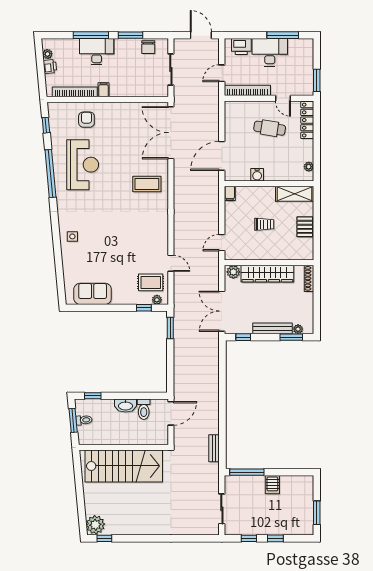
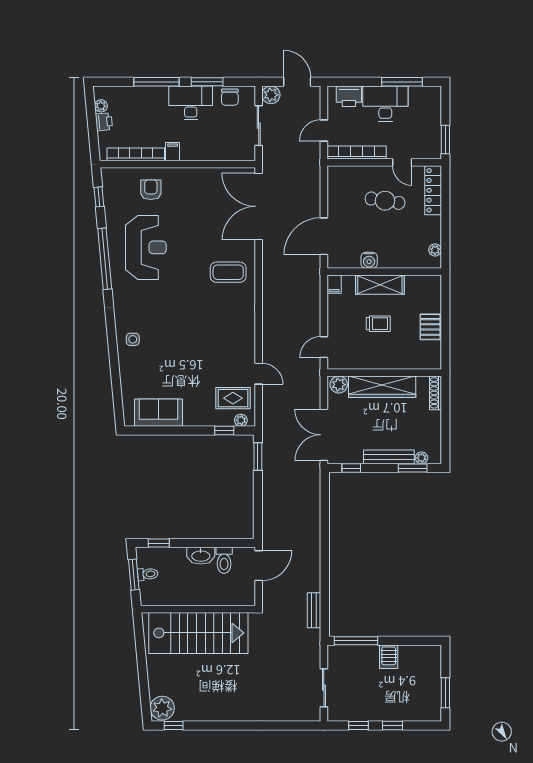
plant: (180, 45) -> (271, 95), added
desk: (97, 52) -> (191, 103), moved
shelving: (295, 194) -> (380, 285), moved

